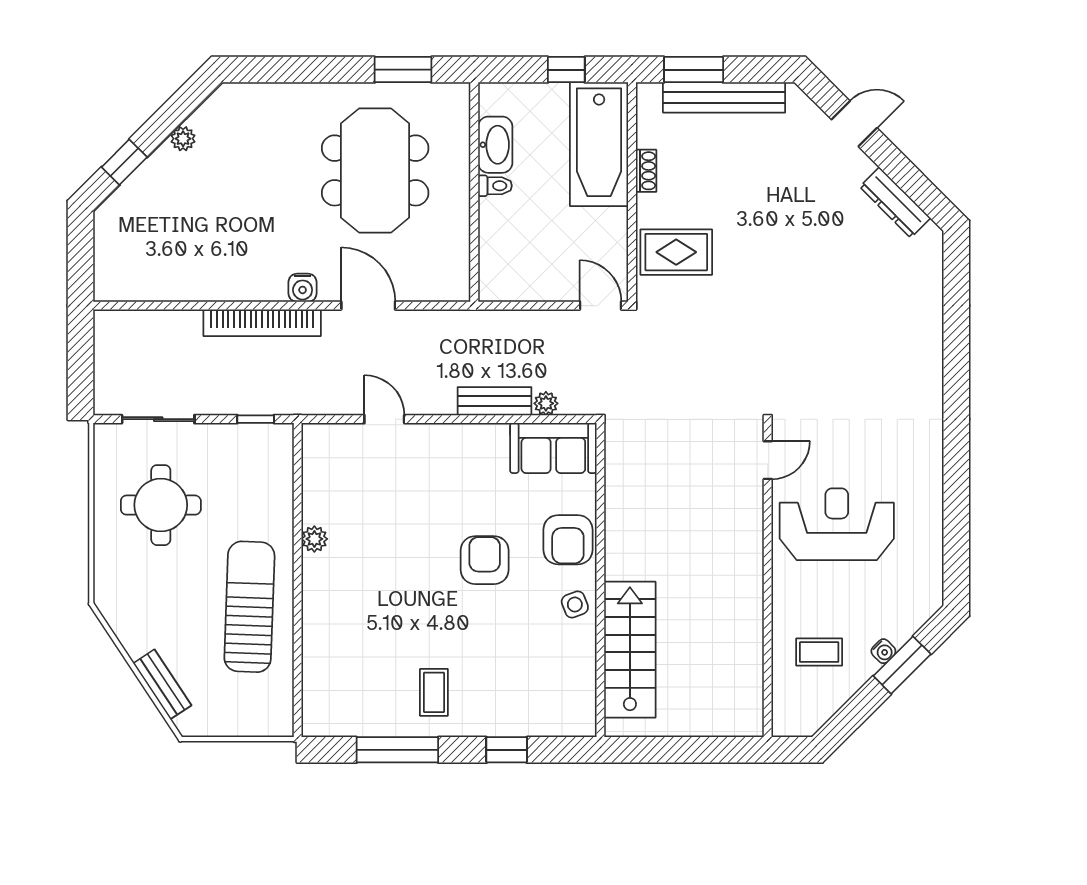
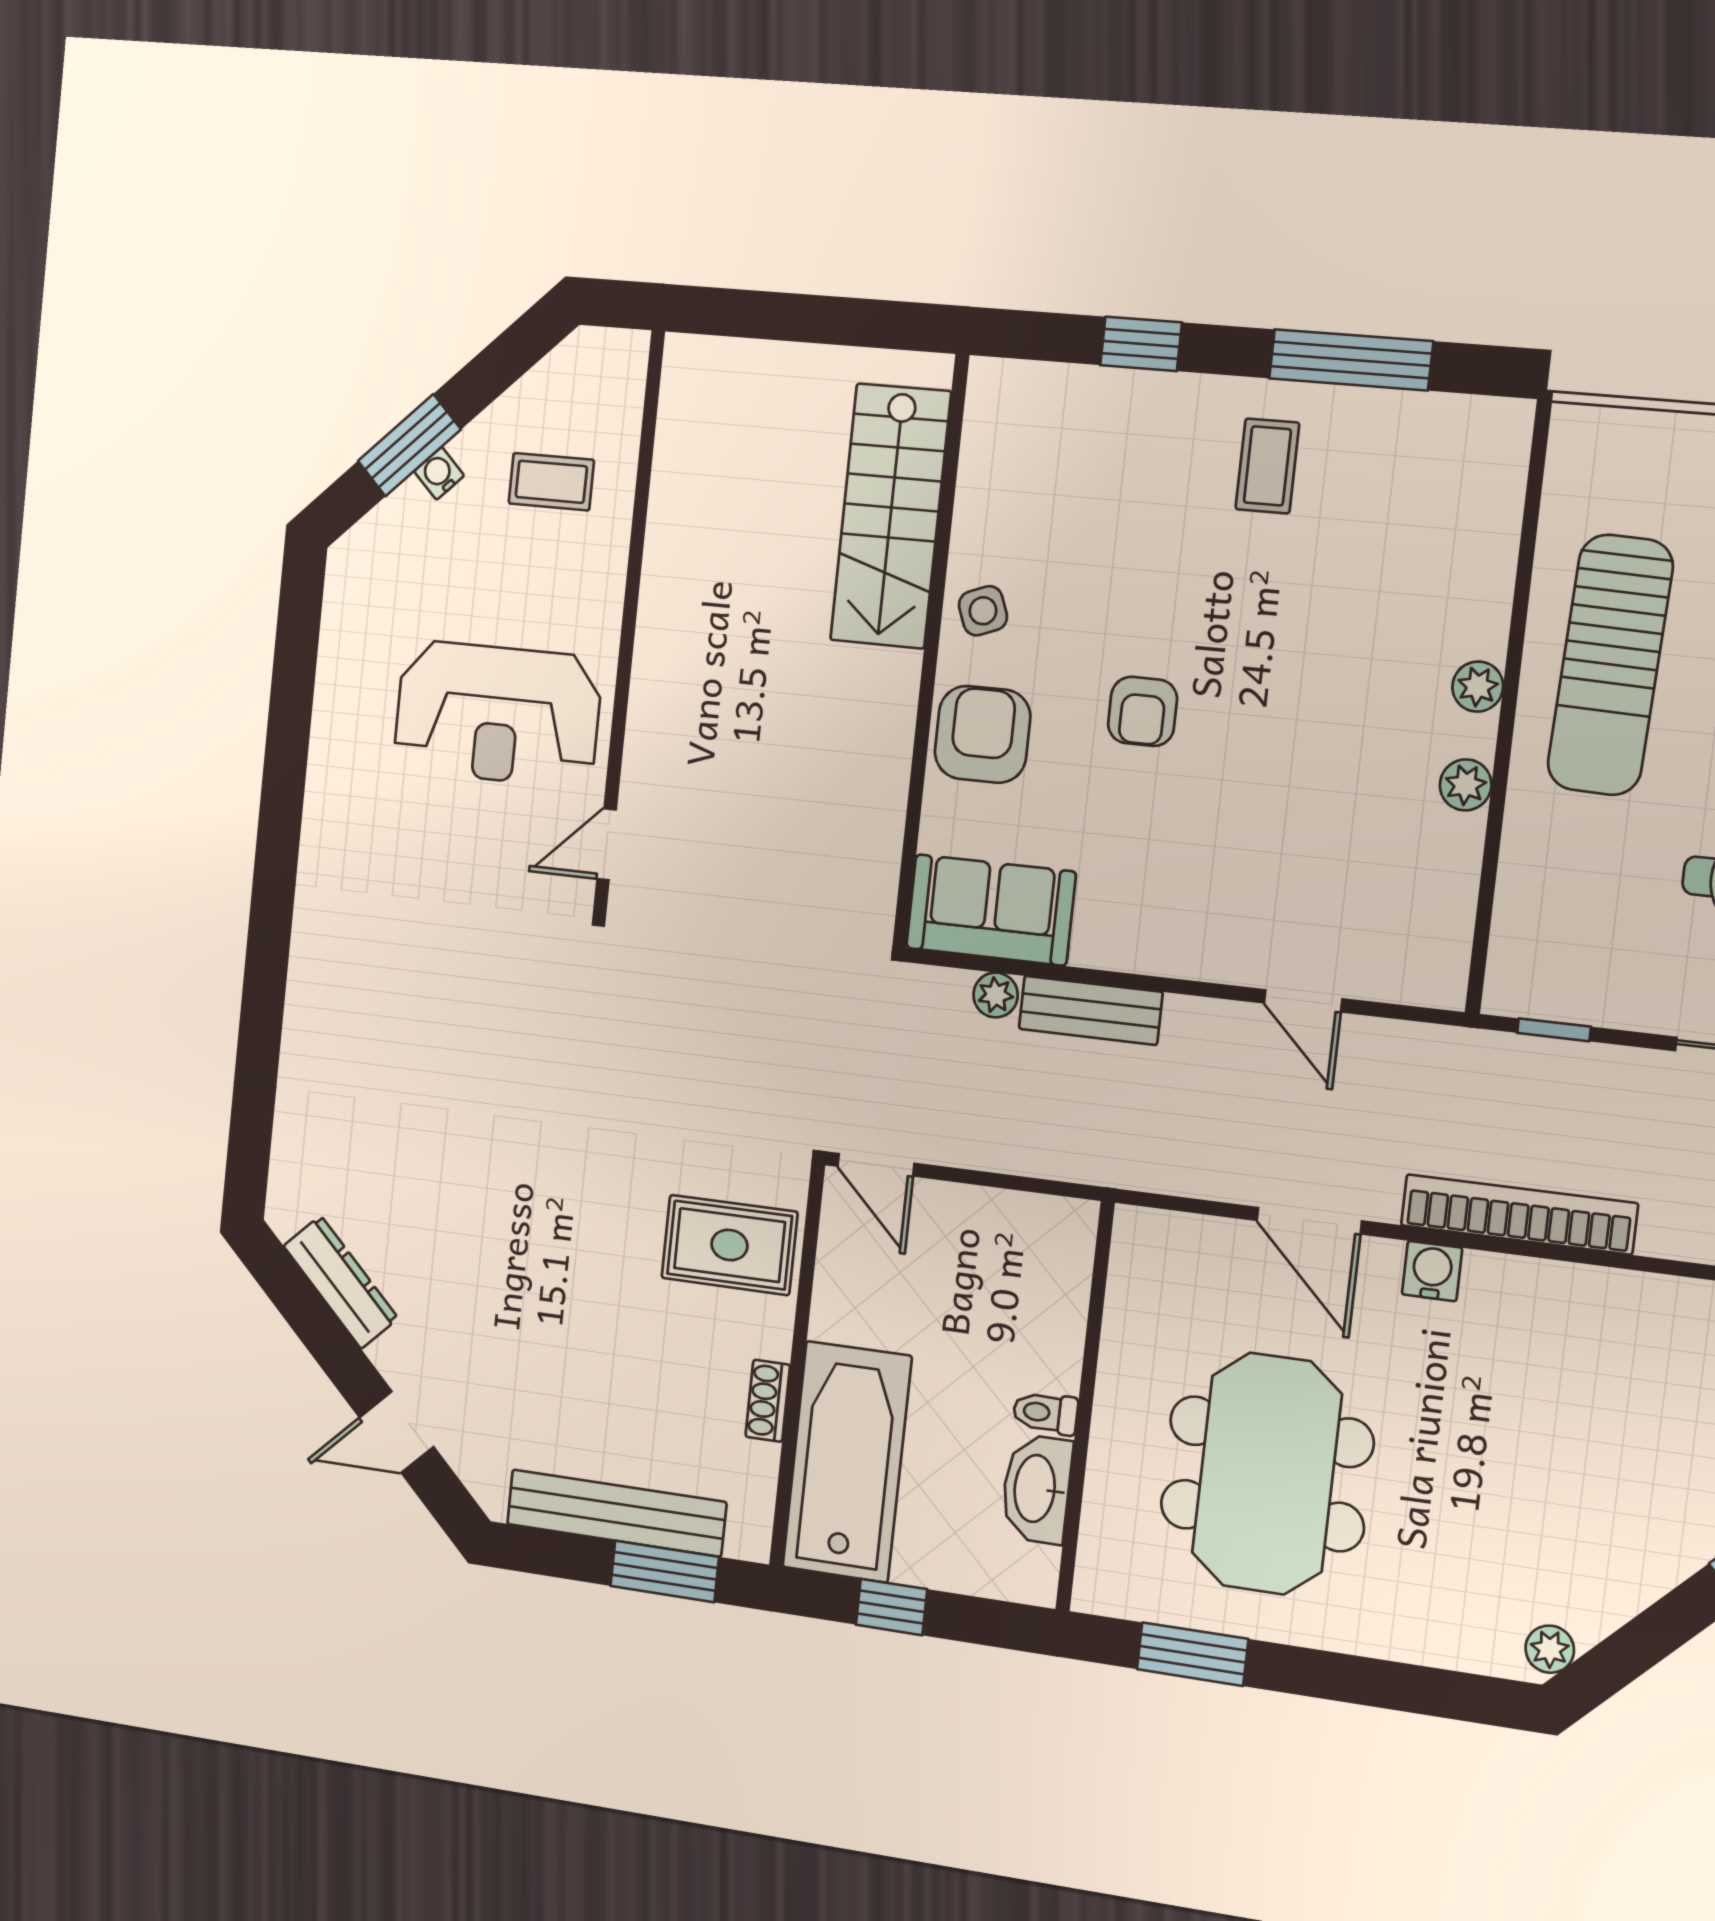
plant: (183, 139) -> (1550, 1649), moved
armchair: (485, 560) -> (1143, 711), width x0.72, depth x0.72
plant: (314, 590) -> (1478, 687), added

